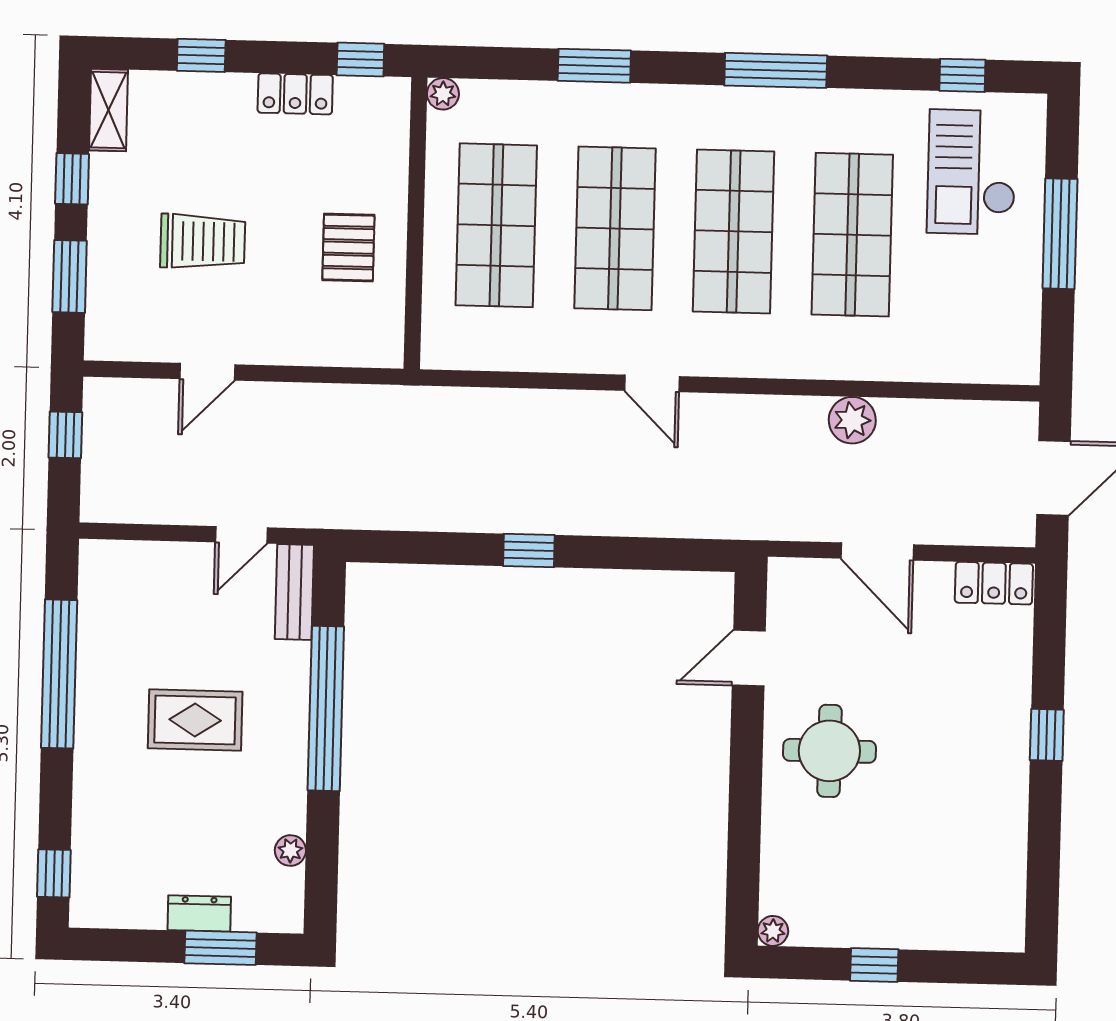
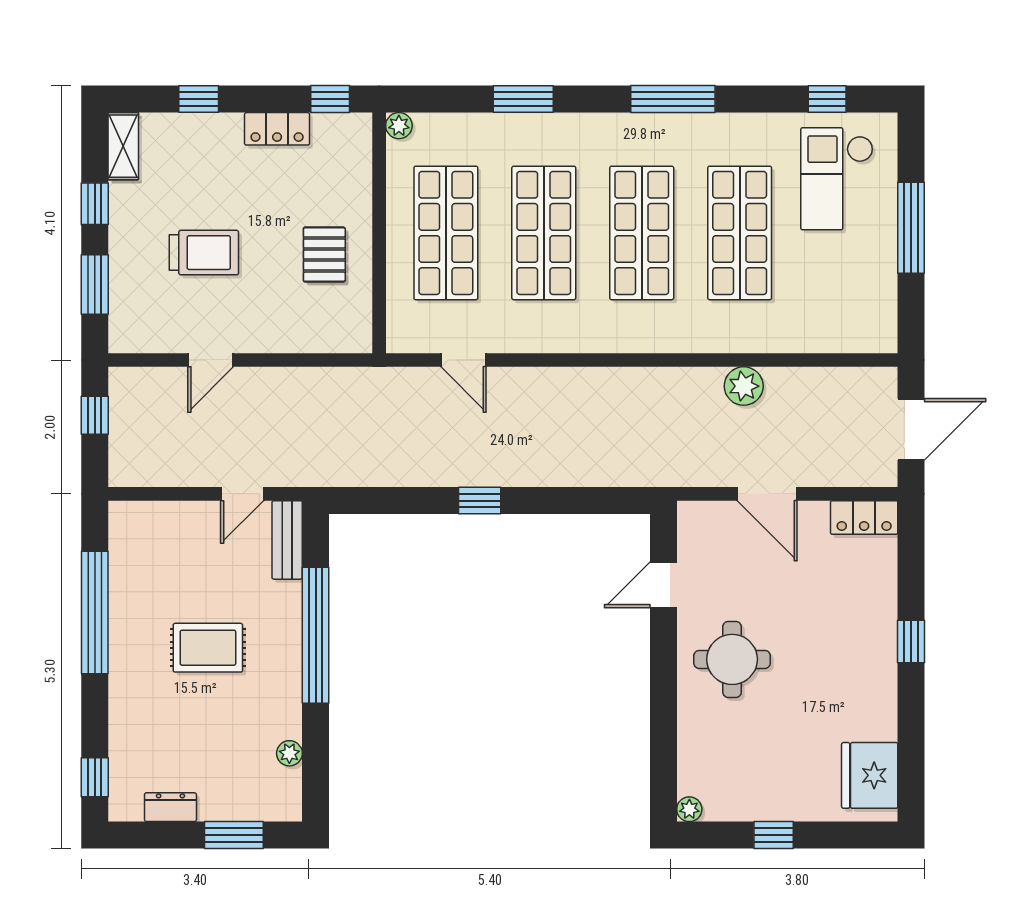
door: (652, 383) -> (463, 360), moved
fridge: (992, 896) -> (870, 775), added
dresser: (199, 913) -> (170, 807), moved

